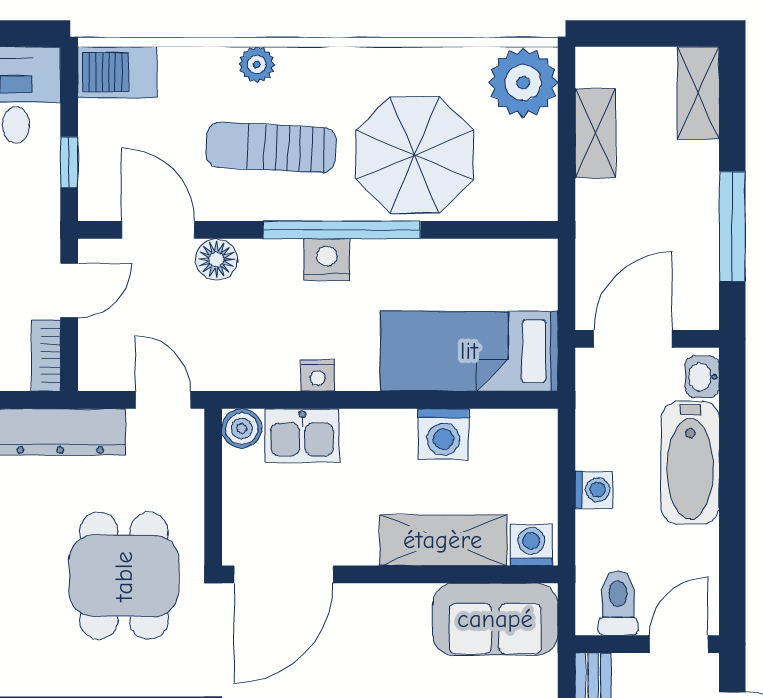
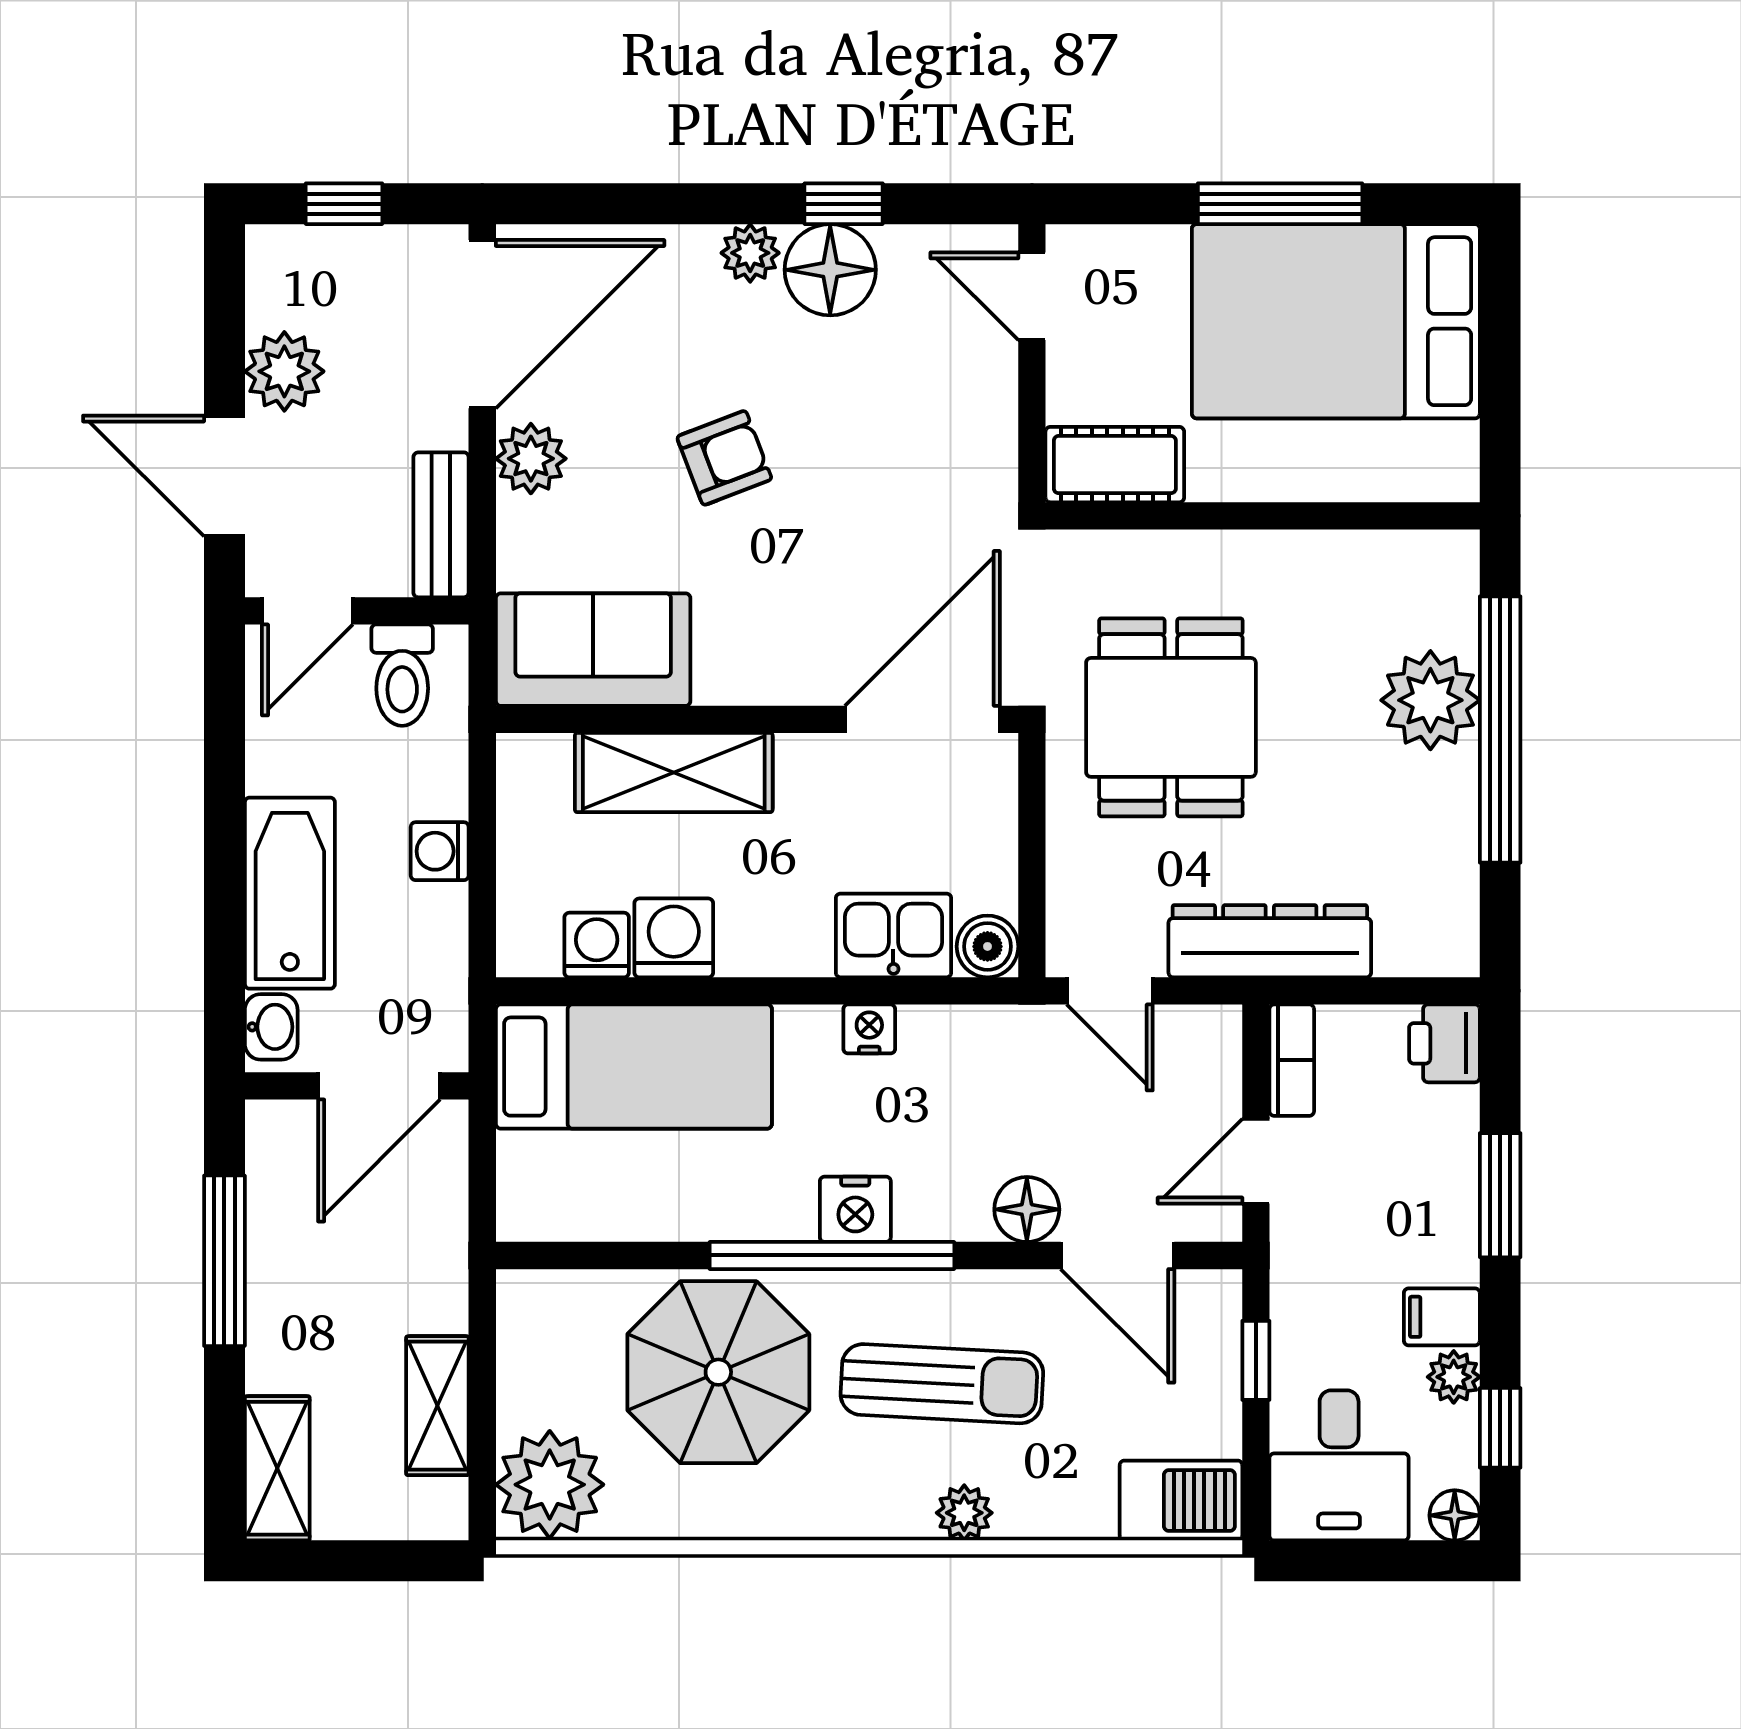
washing machine: (531, 545) -> (597, 945), moved, turned 180

